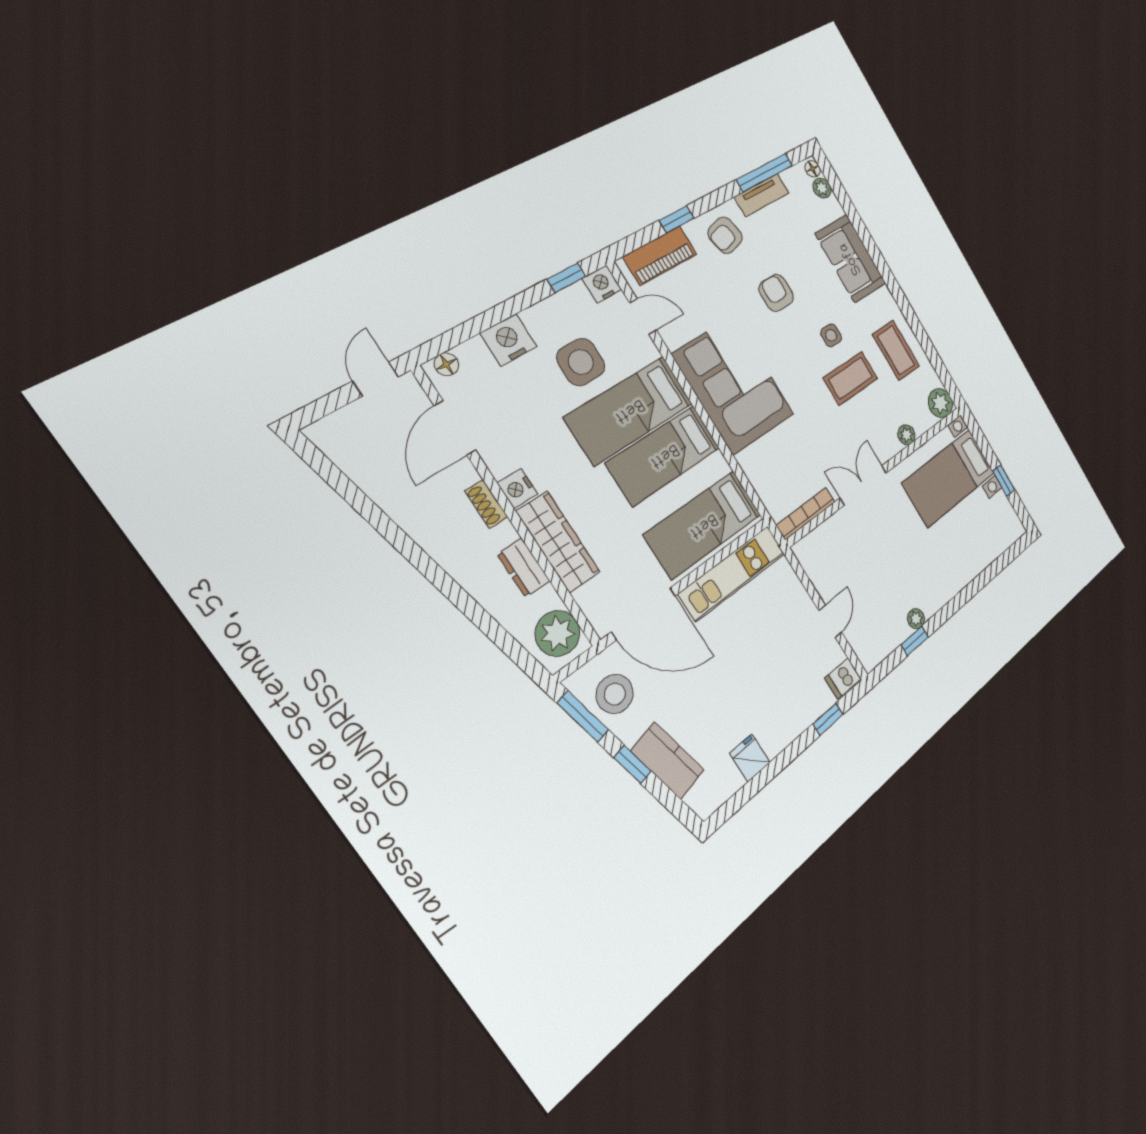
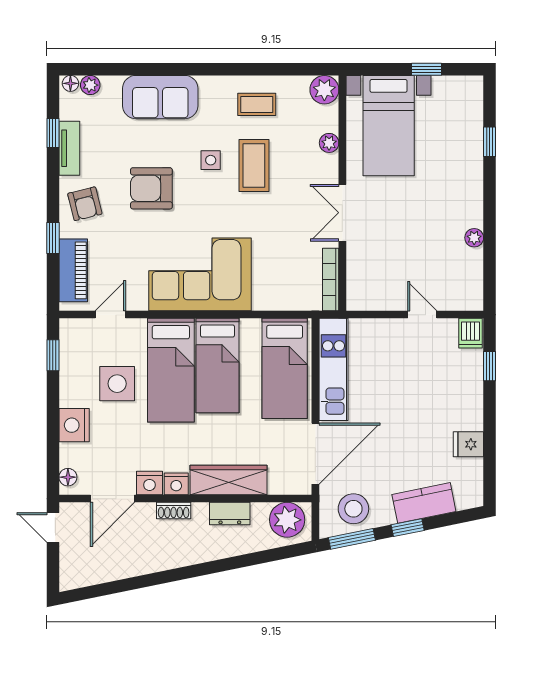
window: (765, 173) -> (53, 133), width x0.46
nightstand: (602, 284) -> (149, 483), moved, turned -90
armchair: (776, 293) -> (151, 188), width x1.38, depth x1.38
coffee table: (896, 350) -> (257, 104), width x0.73, depth x0.77
door: (455, 428) -> (112, 499), hinge flipped
window: (915, 641) -> (490, 142), moved

